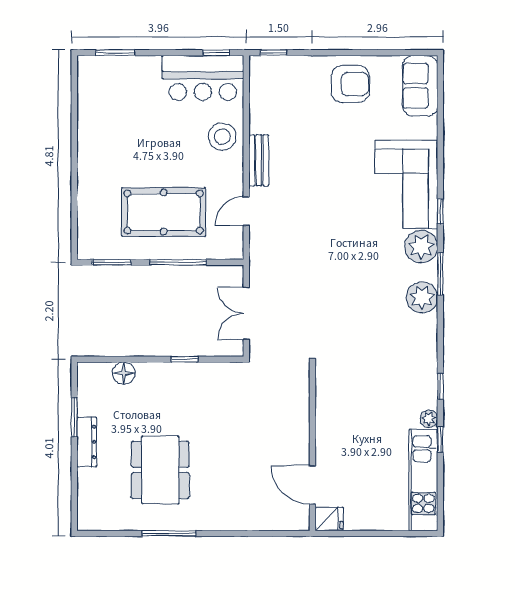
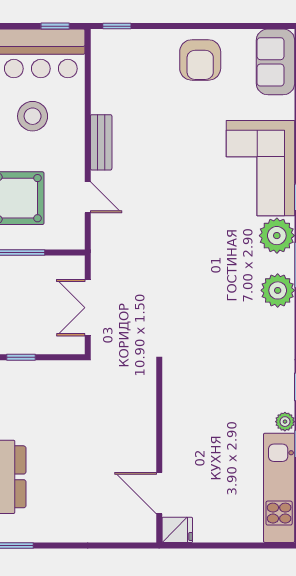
armchair: (350, 84) -> (200, 60), turned 90
stool: (222, 137) -> (33, 116), moved
door: (246, 211) -> (88, 197), swing flipped

